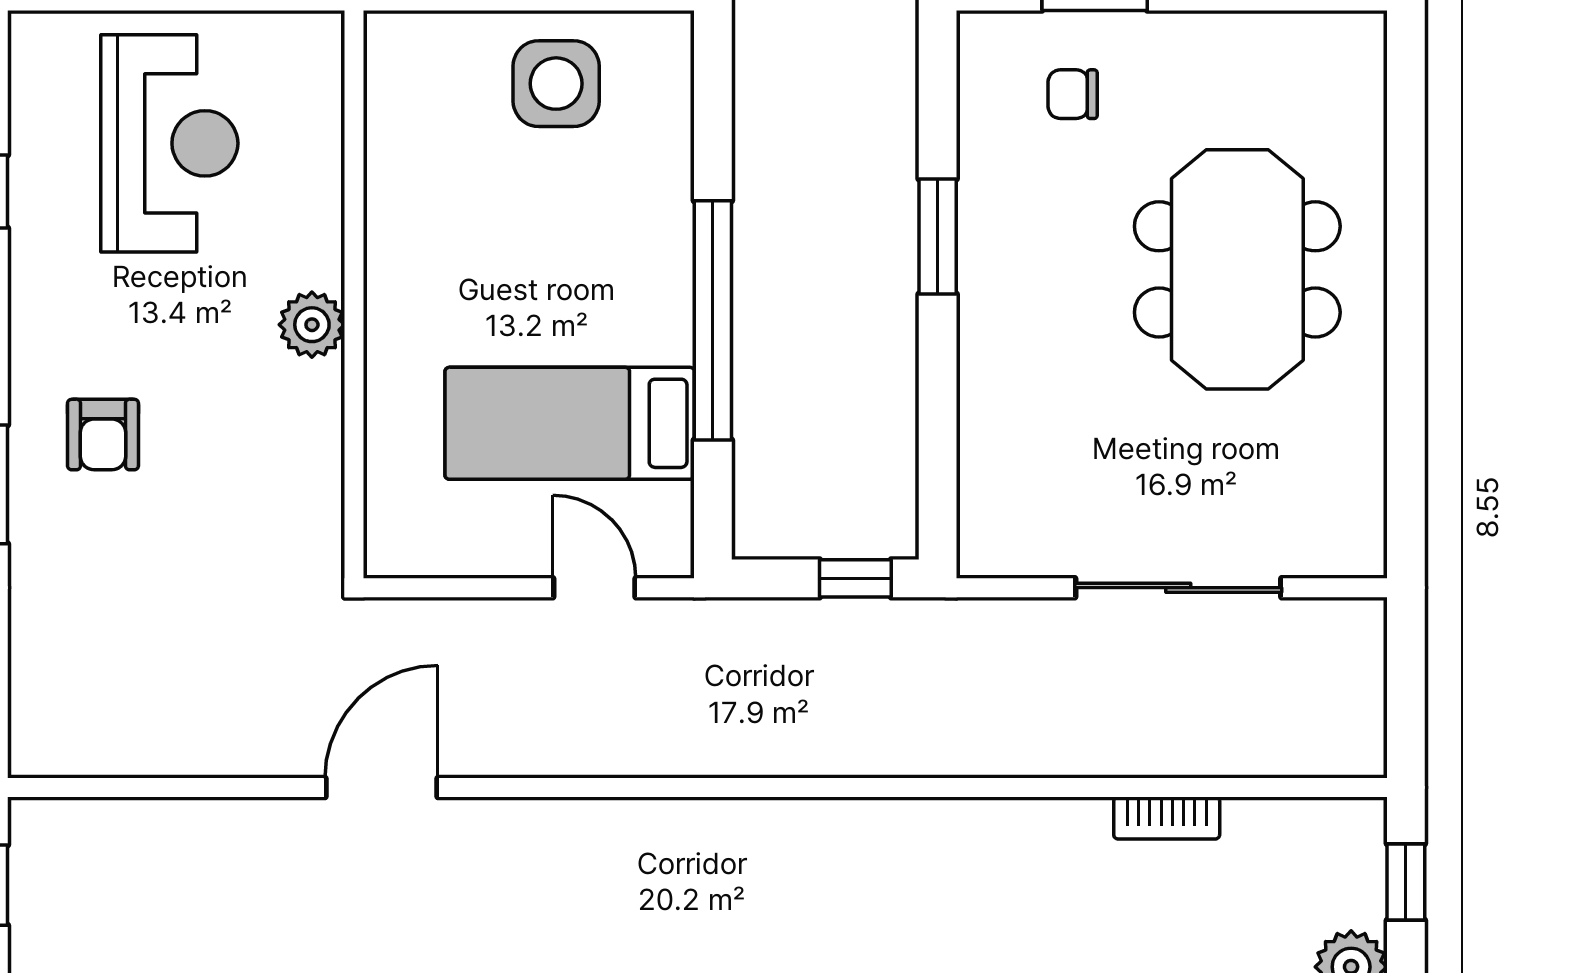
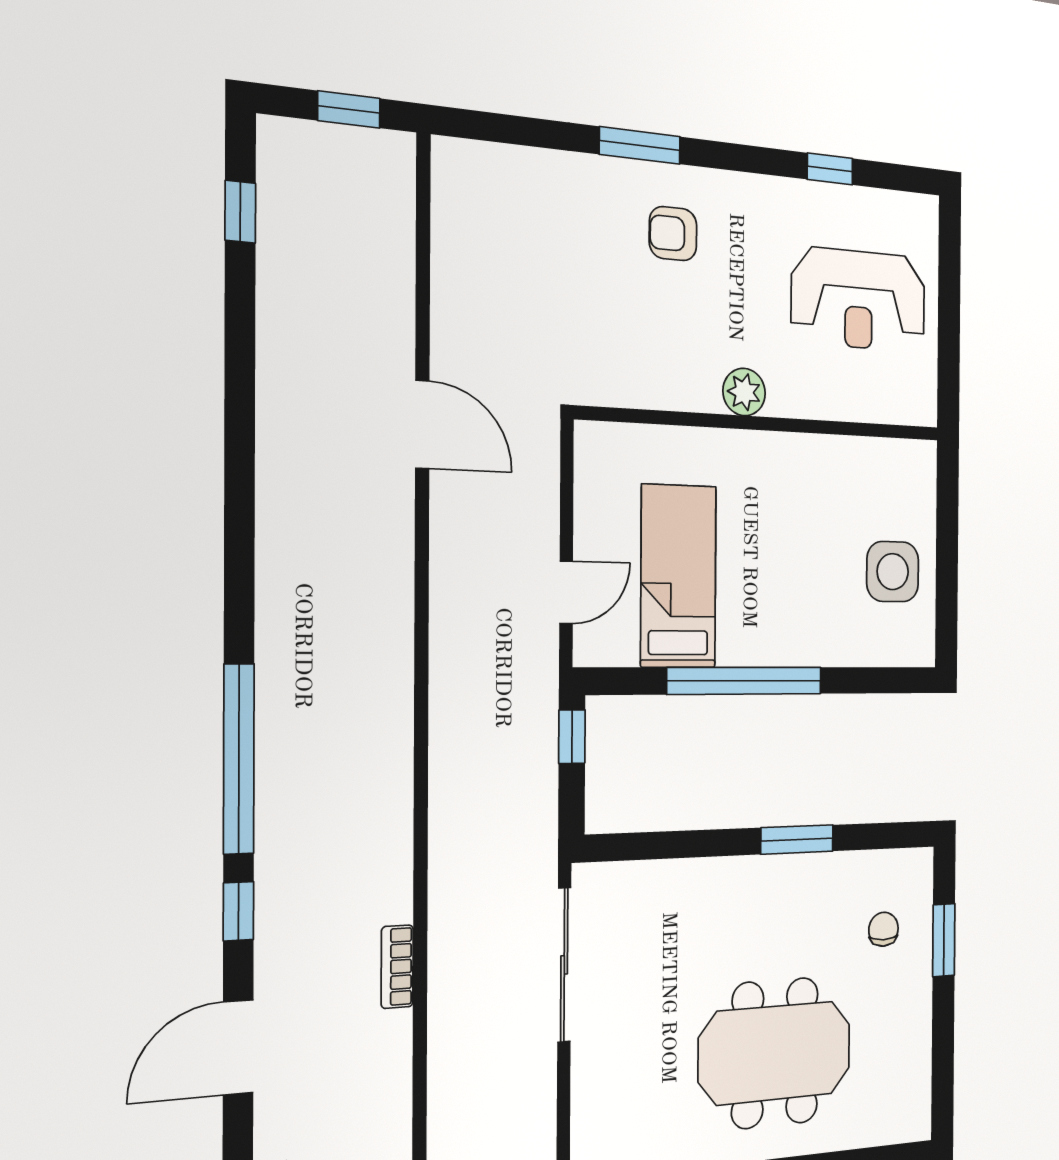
window: (855, 578) -> (572, 737), moved
sliding door: (1178, 588) -> (564, 965), moved
bookcase: (1167, 818) -> (397, 967), moved

